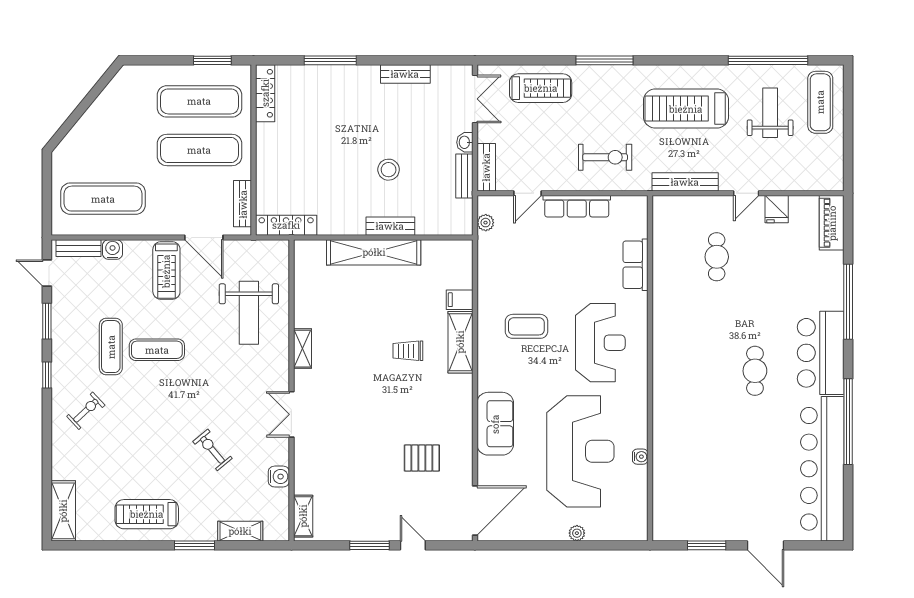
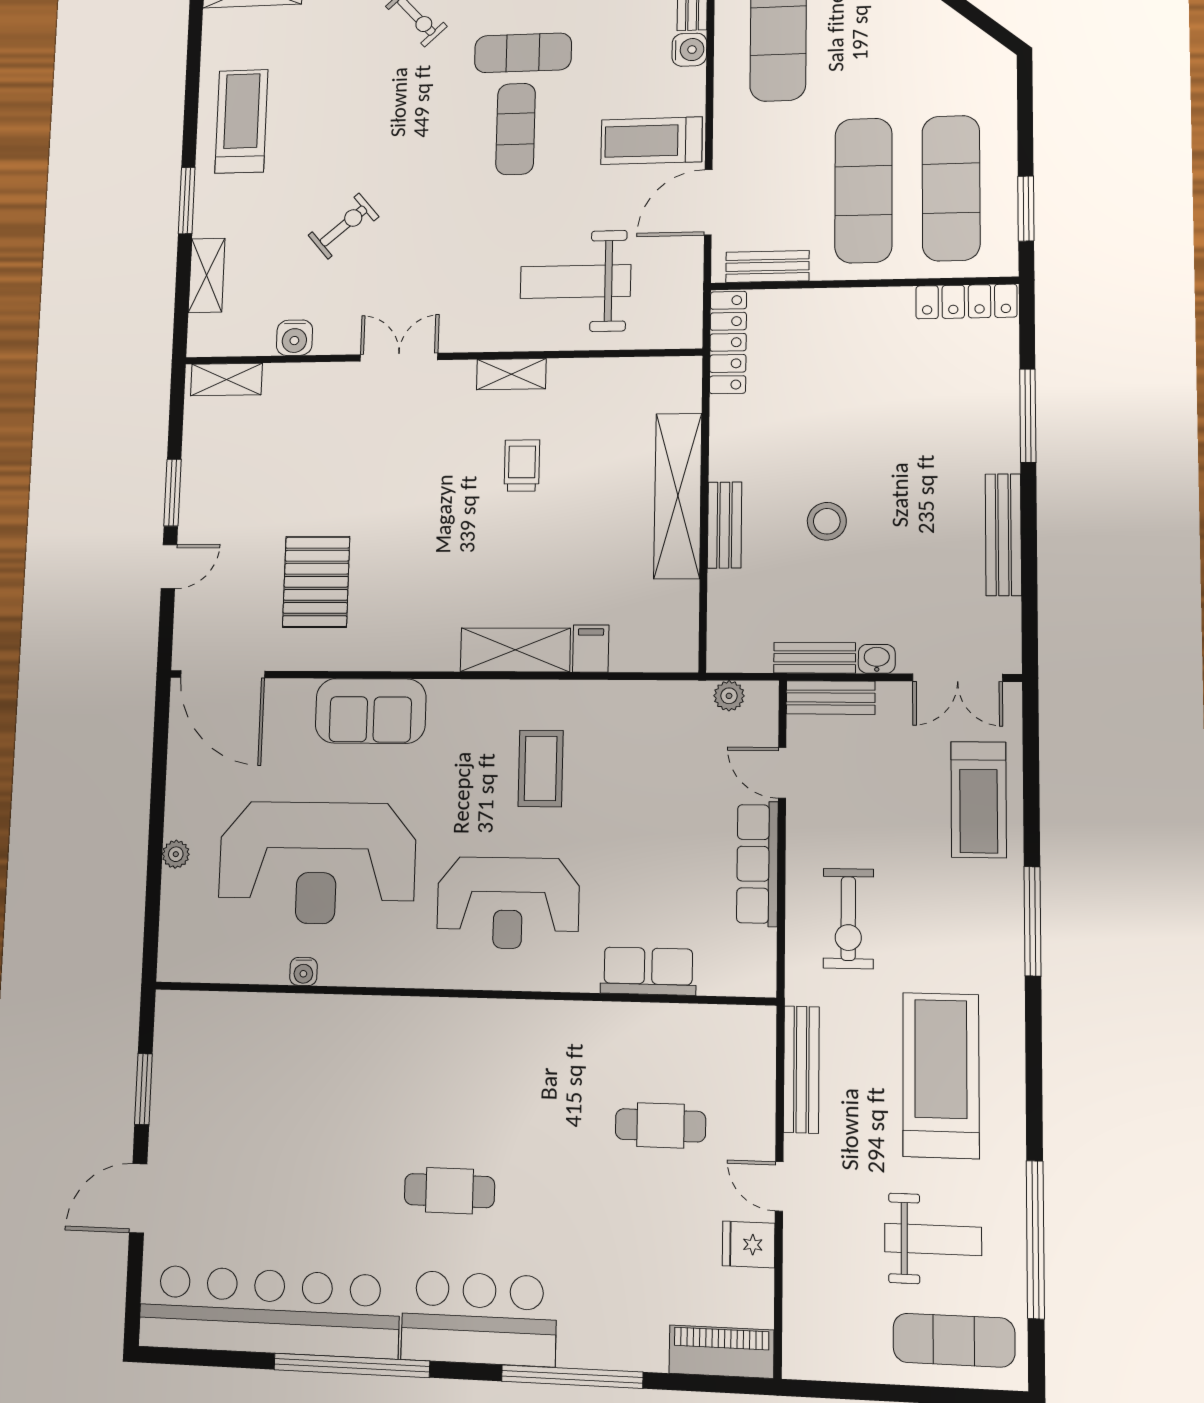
bench: (405, 74) -> (1003, 535), width x1.36
trolley: (408, 351) -> (522, 466), moved
pallet: (422, 458) -> (316, 582), width x1.50, depth x1.42

